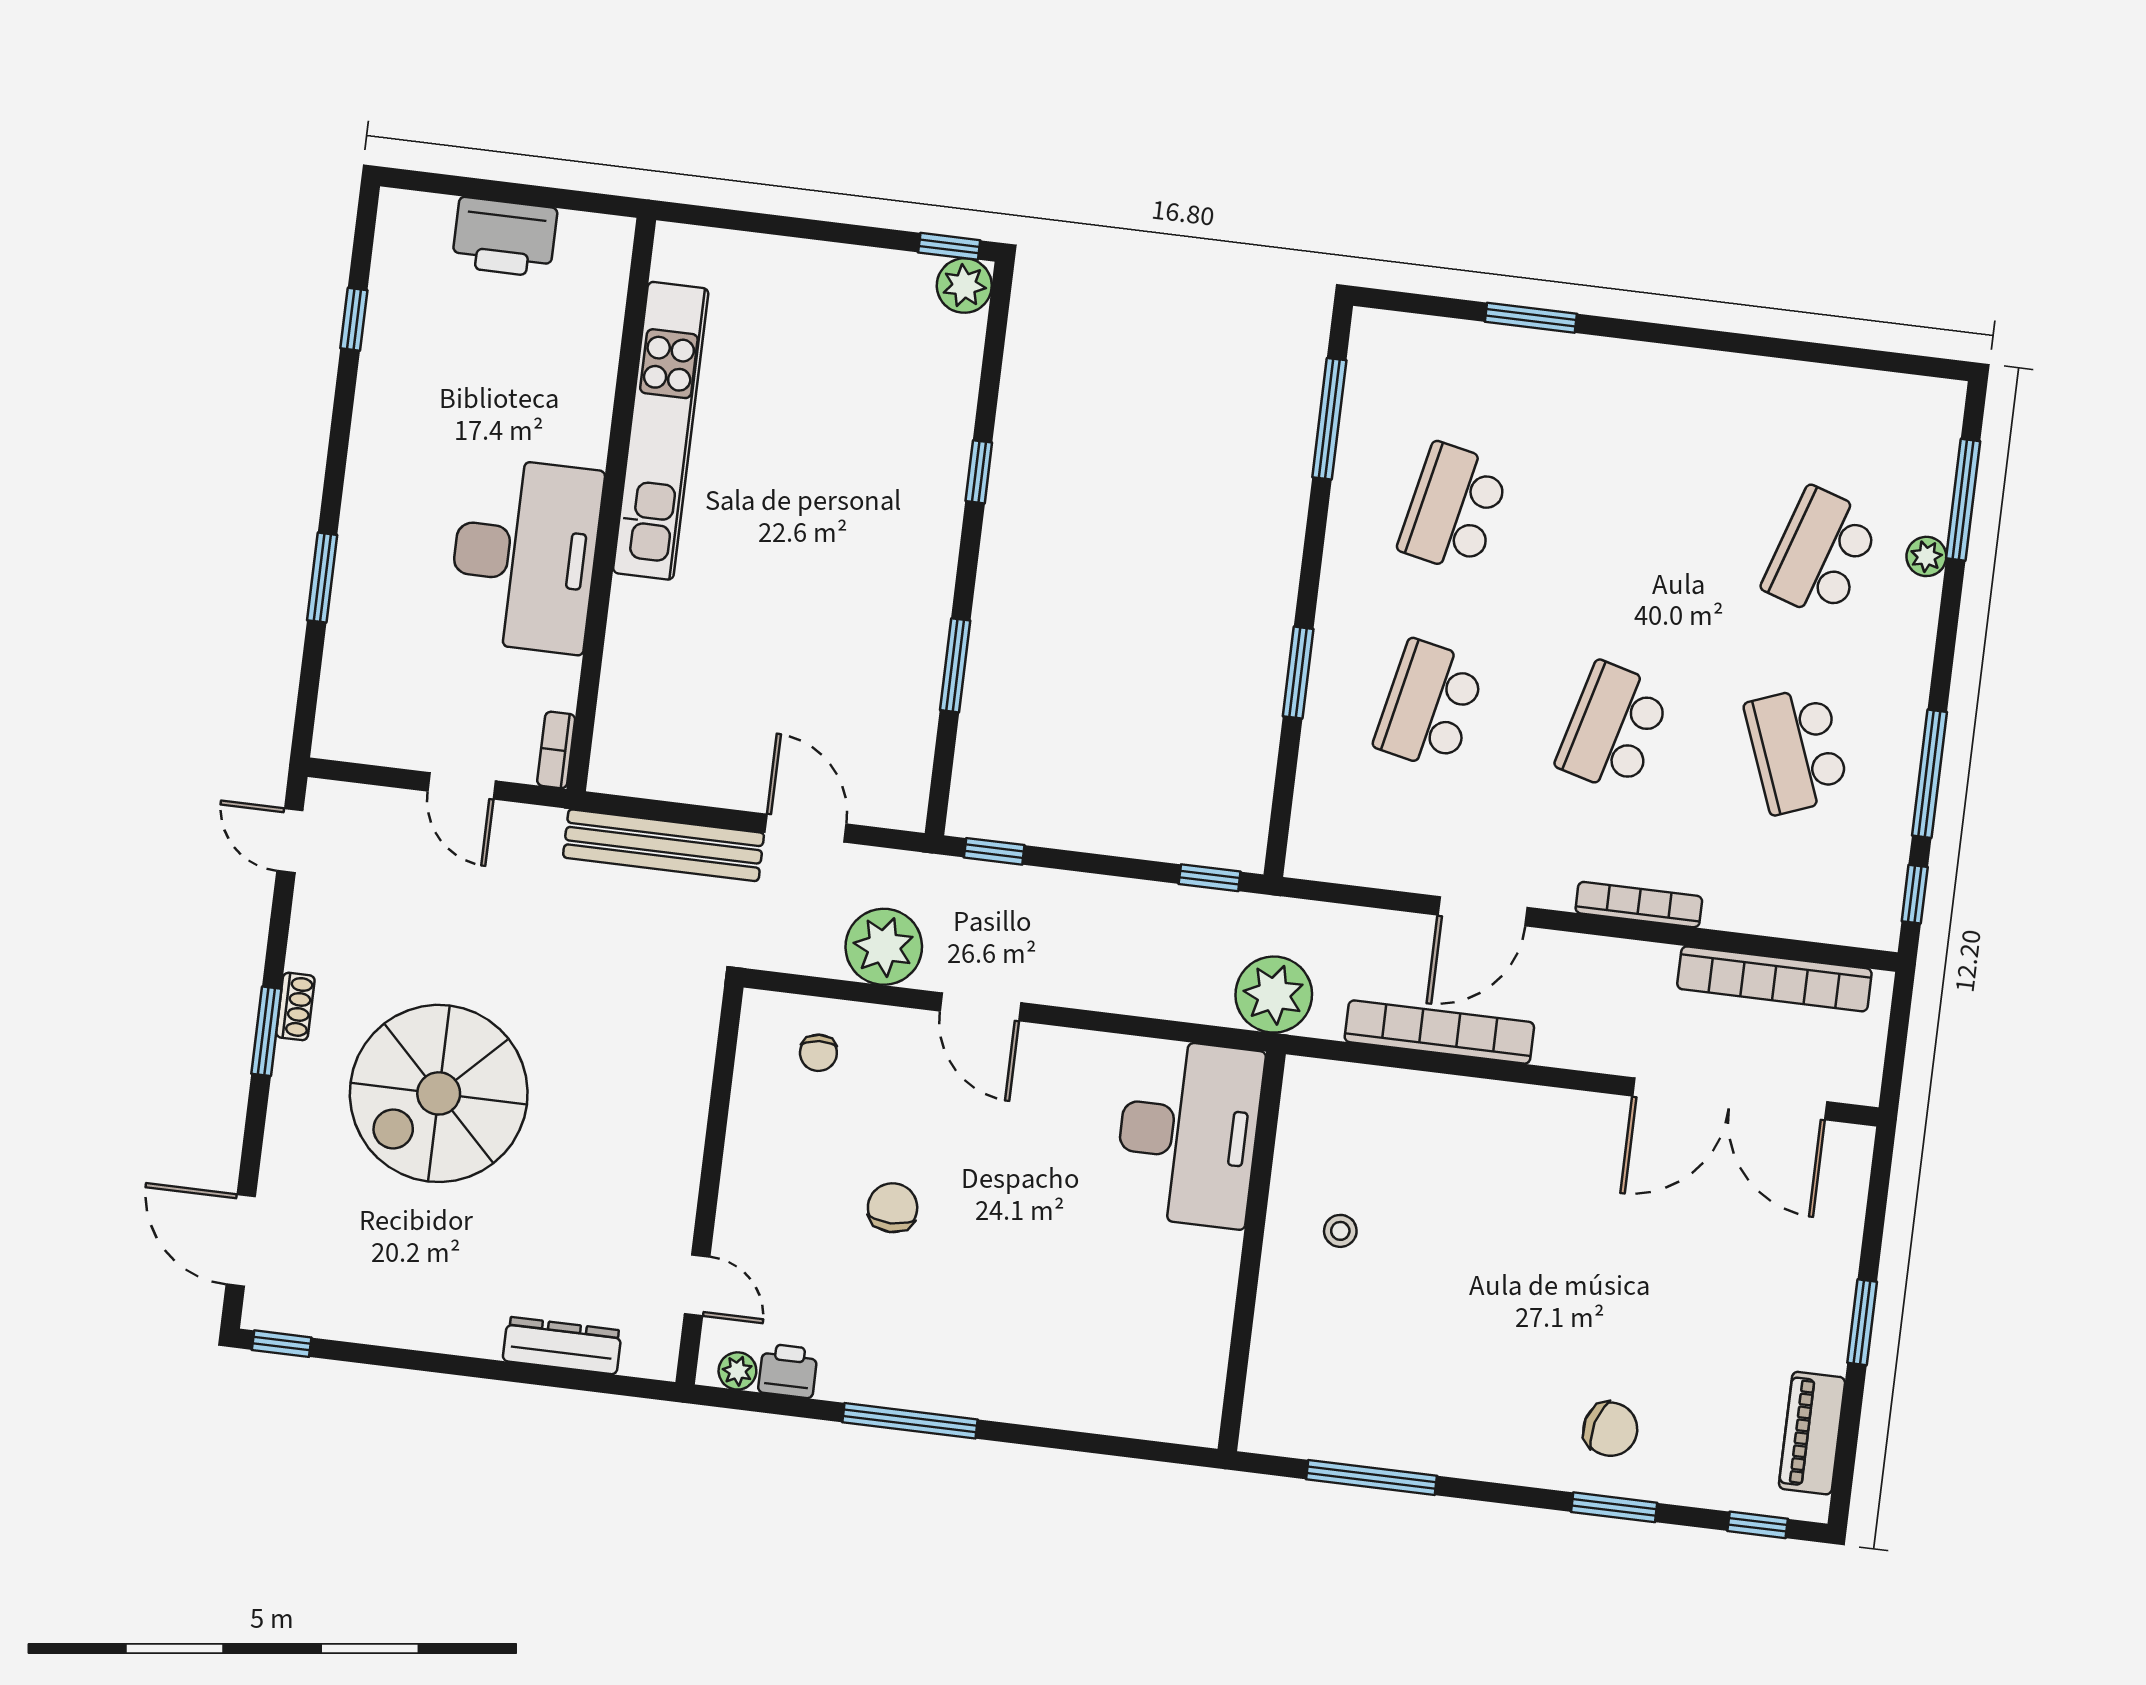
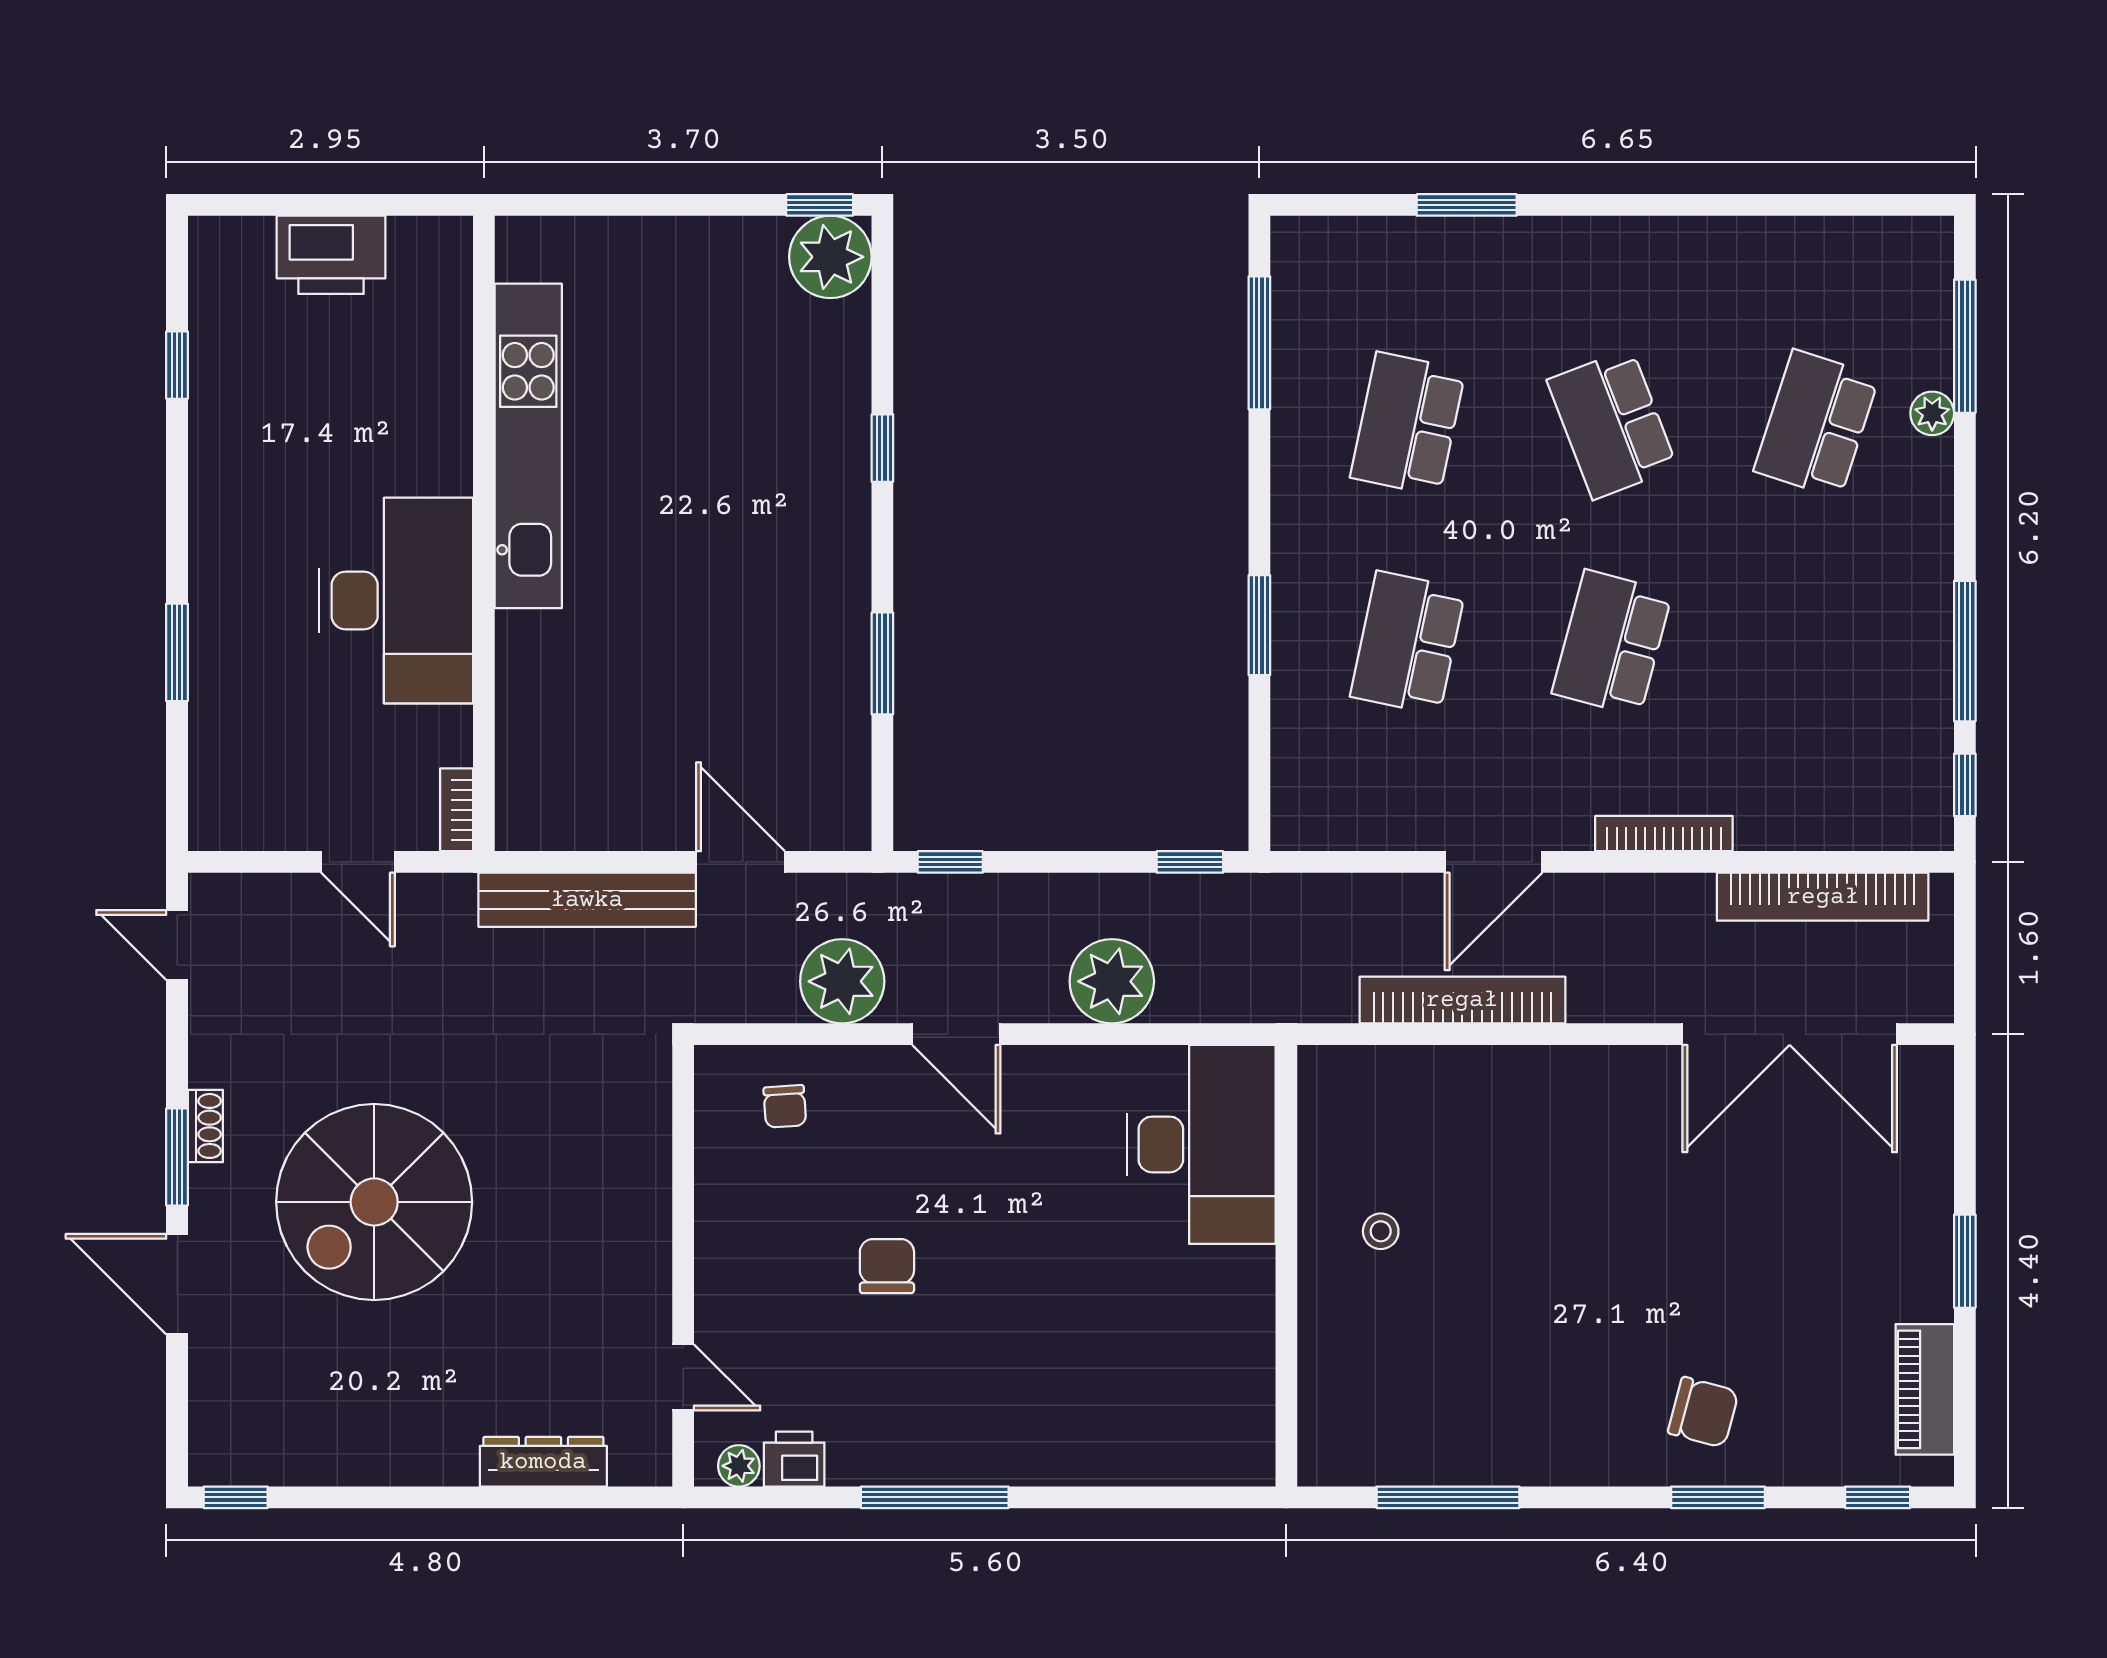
plant: (964, 286) -> (830, 257), width x1.36, depth x1.36
school desk: (1797, 750) -> (1612, 424), moved
plant: (1274, 995) -> (1112, 981), moved
door: (241, 1240) -> (177, 1284), moved

